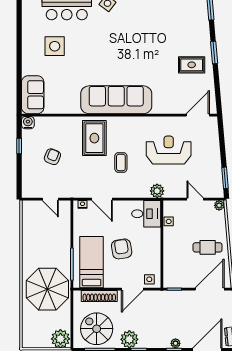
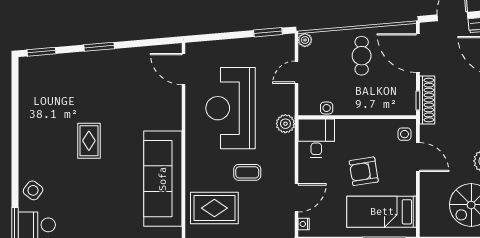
rug: (192, 65) -> (89, 141), moved
reception desk: (169, 150) -> (230, 108), width x1.36, depth x1.30
shoe rack: (99, 296) -> (427, 100), moved

